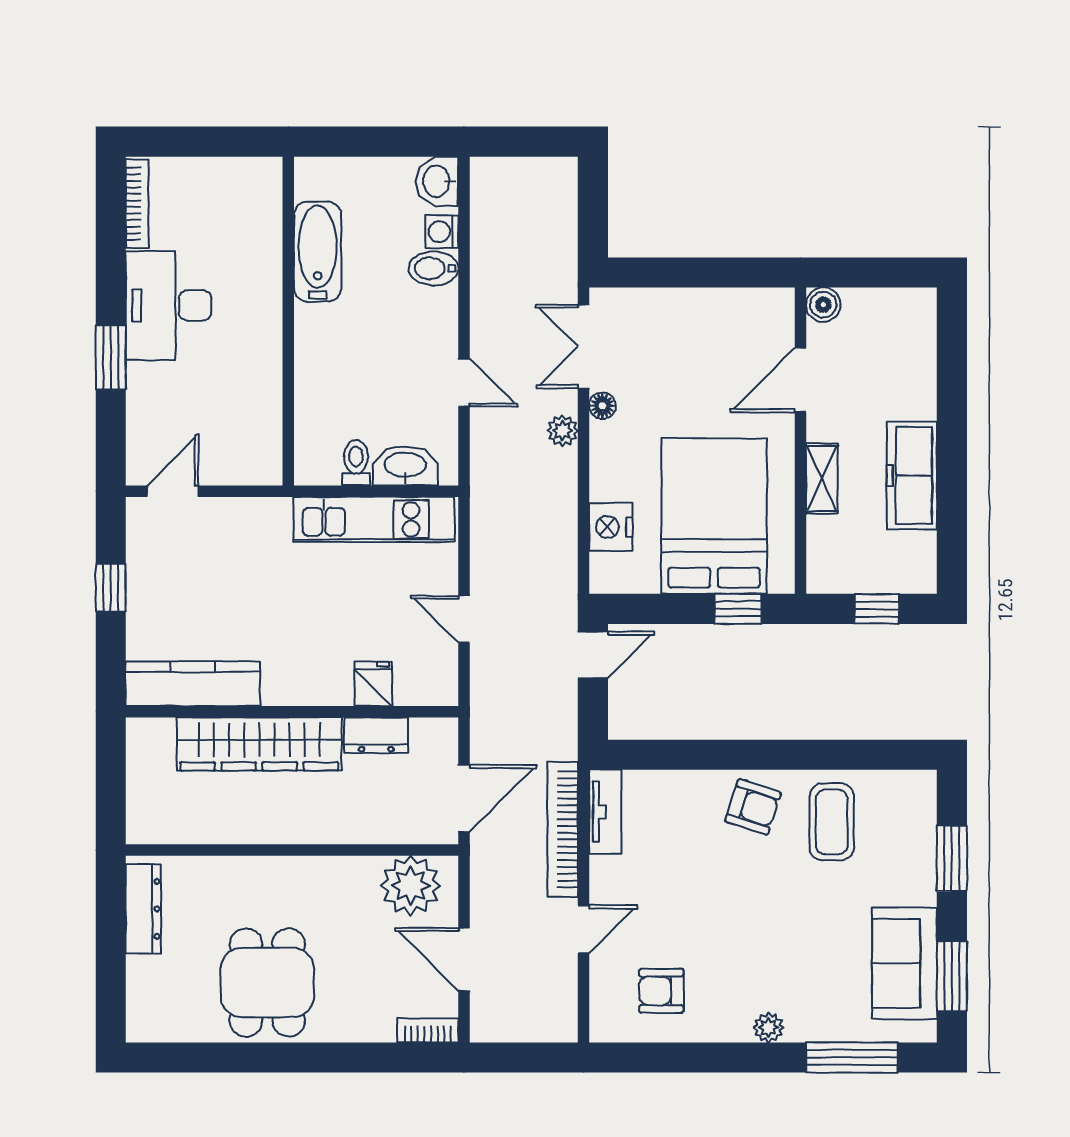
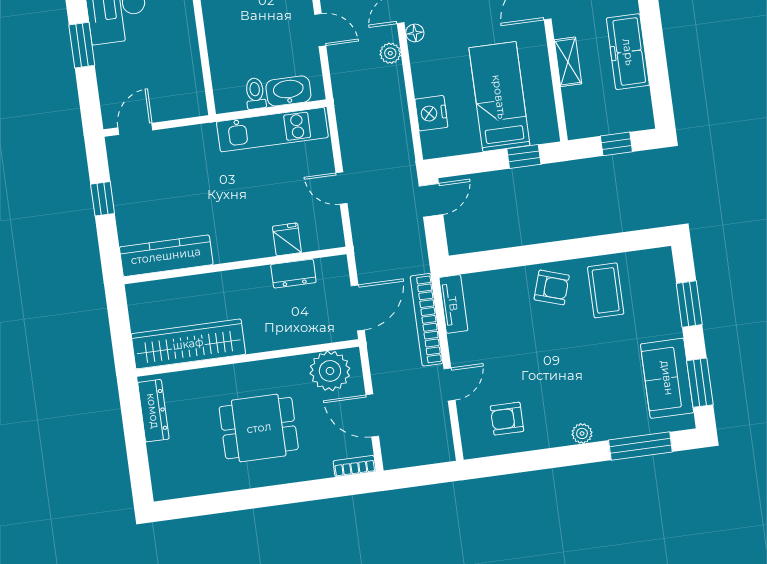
bed: (714, 516) -> (499, 97), width x0.67
wardrobe: (259, 744) -> (188, 344), moved, turned 180
dining table: (267, 983) -> (259, 428), moved, turned 90

